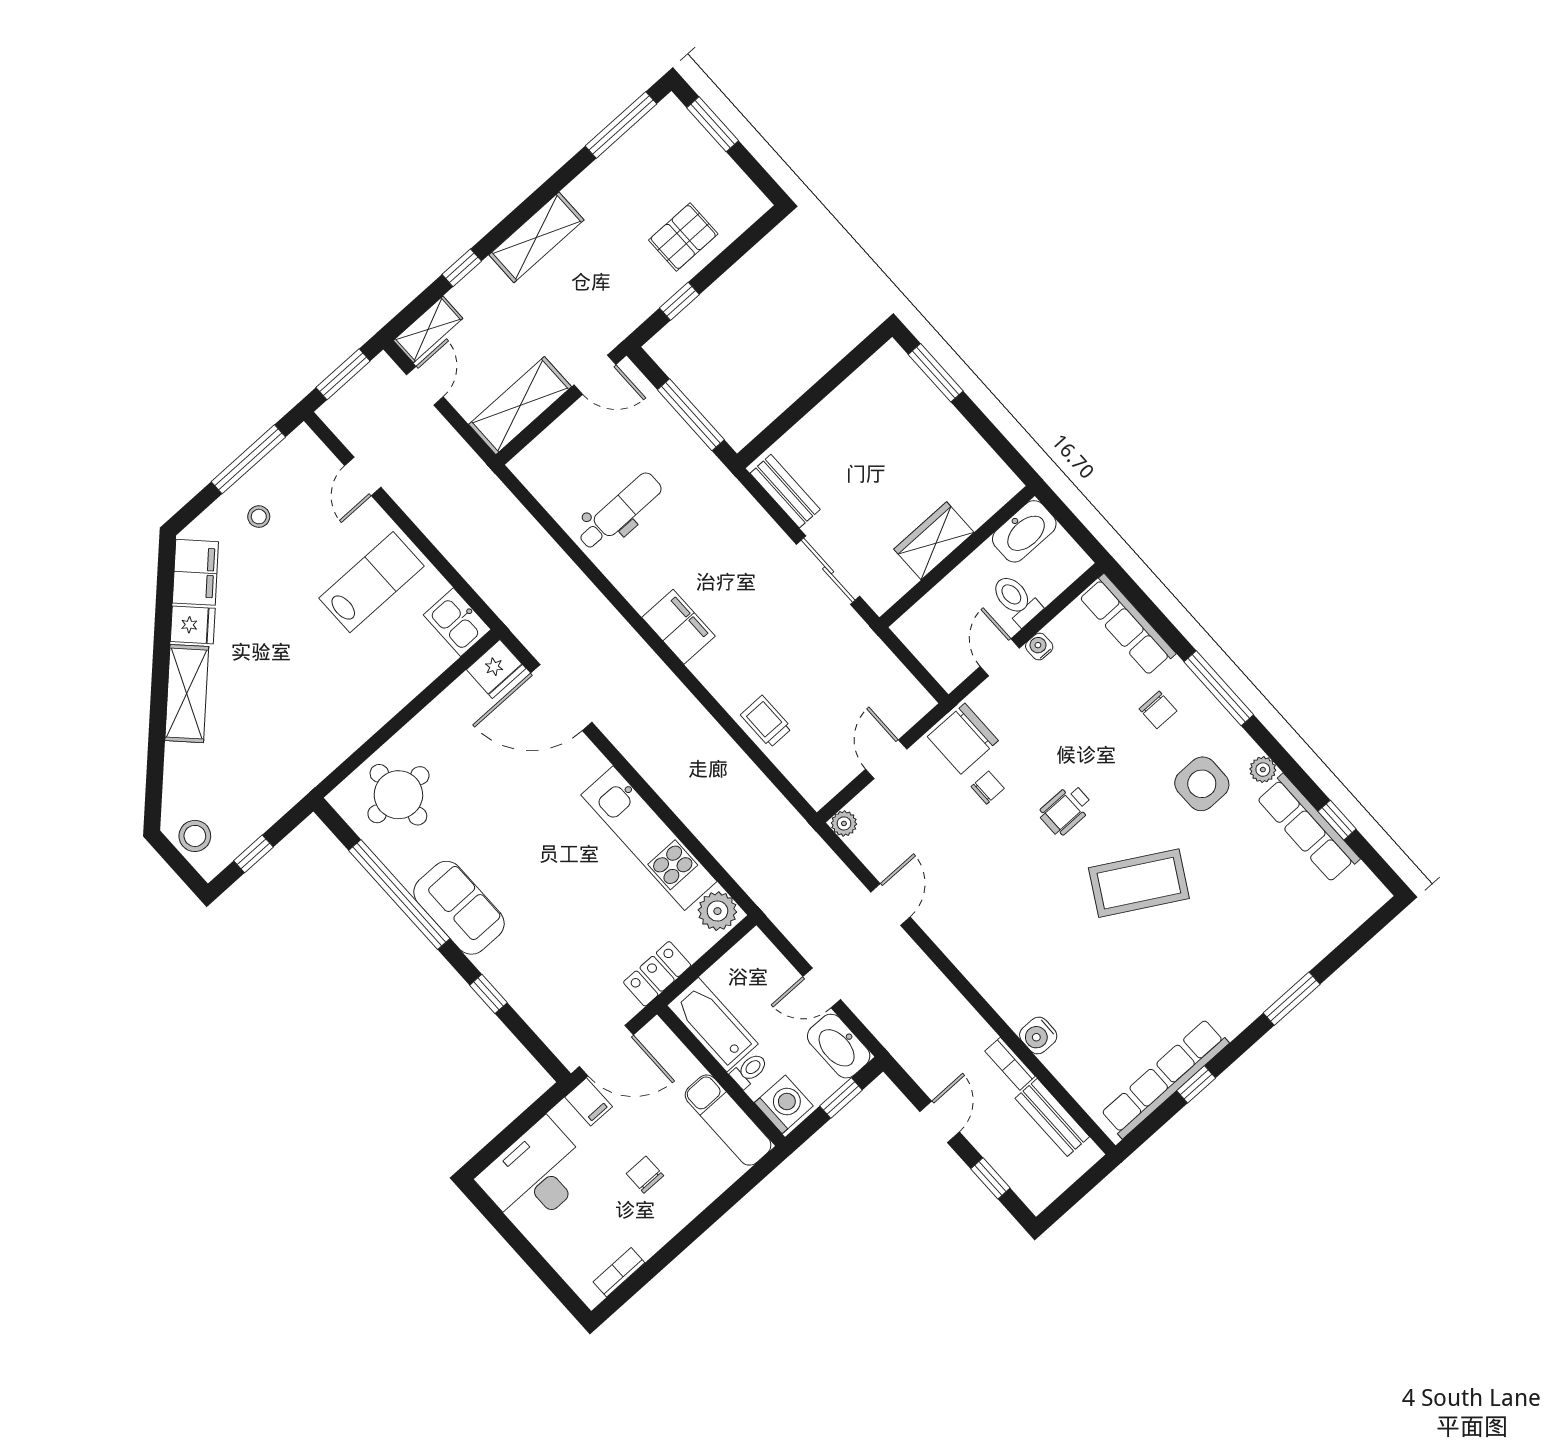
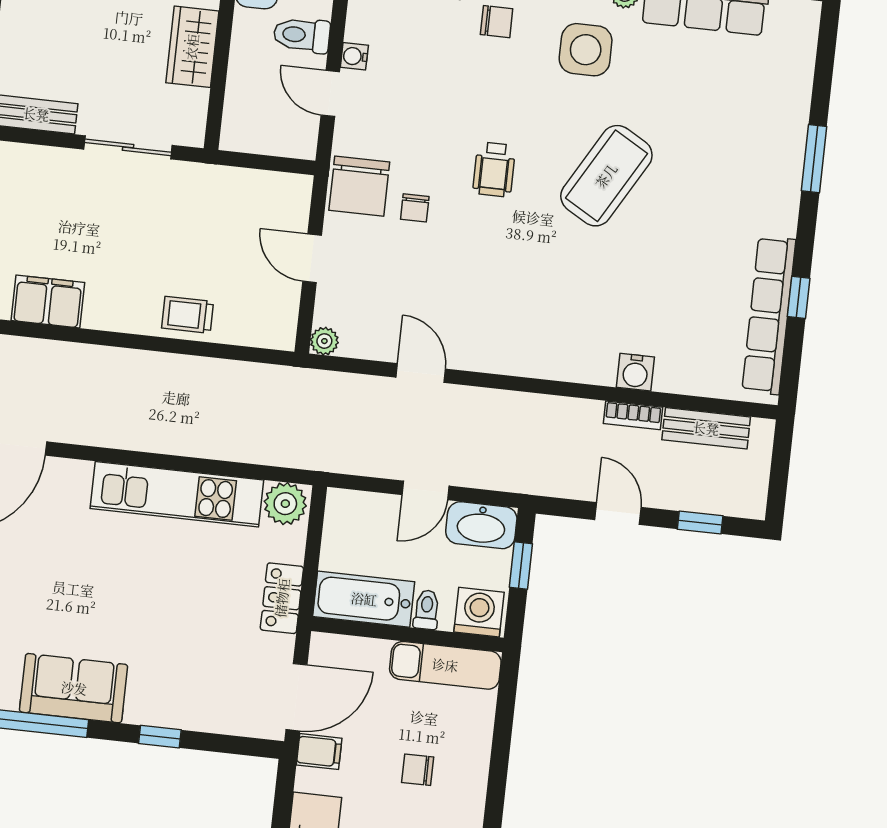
chair: (988, 788) -> (415, 208), turned 180

